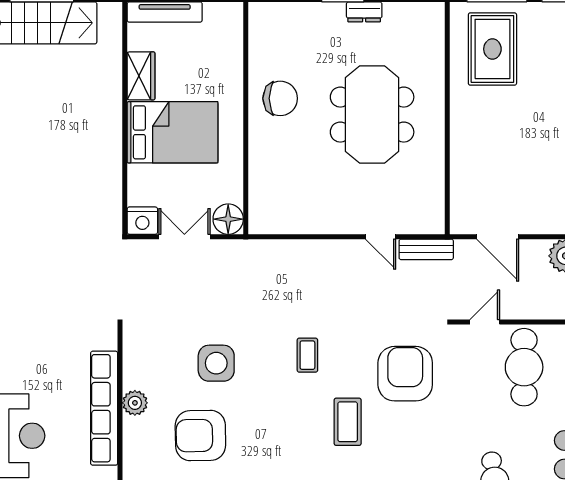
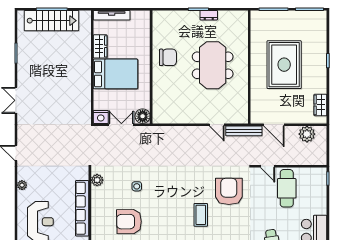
rug: (492, 49) -> (284, 65), moved, width x1.37, depth x1.44
bench: (426, 249) -> (244, 131), width x1.36
door: (485, 322) -> (268, 166), swing flipped
coffee table: (307, 355) -> (181, 182), removed
side table: (216, 363) -> (137, 186), width x0.54, depth x0.54
plant: (135, 403) -> (97, 180), moved

